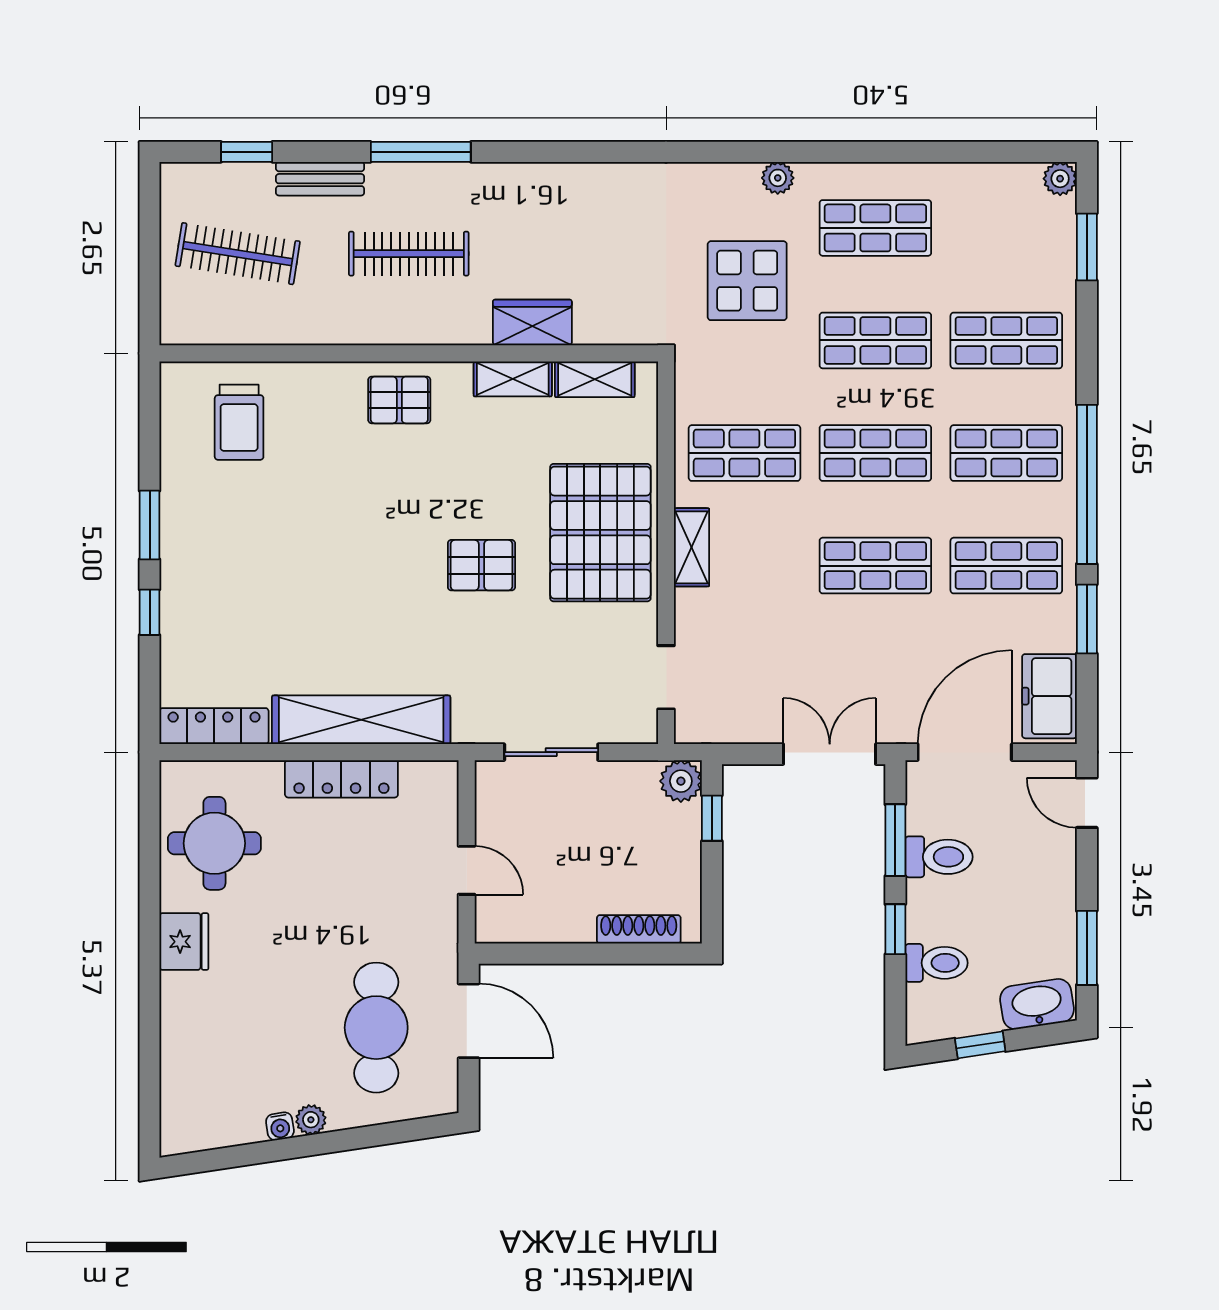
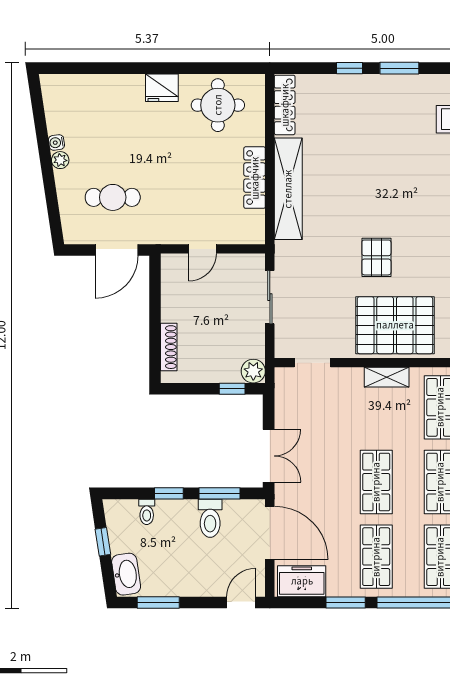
toilet: (936, 963) -> (147, 512), width x0.73, depth x0.72
cafe table: (376, 1028) -> (113, 197), width x0.73, depth x0.74

